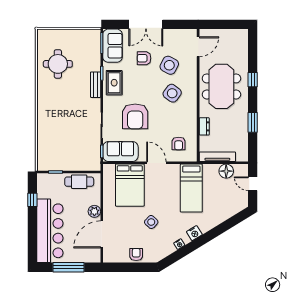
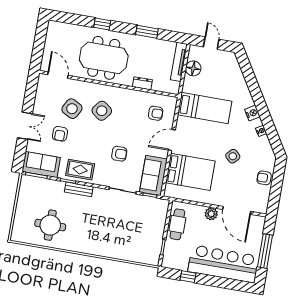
double door: (146, 24) -> (25, 126), width x0.73
armchair: (135, 116) -> (119, 154), width x0.53, depth x0.53
tv unit: (217, 157) -> (179, 62), moved
door: (253, 184) -> (211, 43), swing flipped

